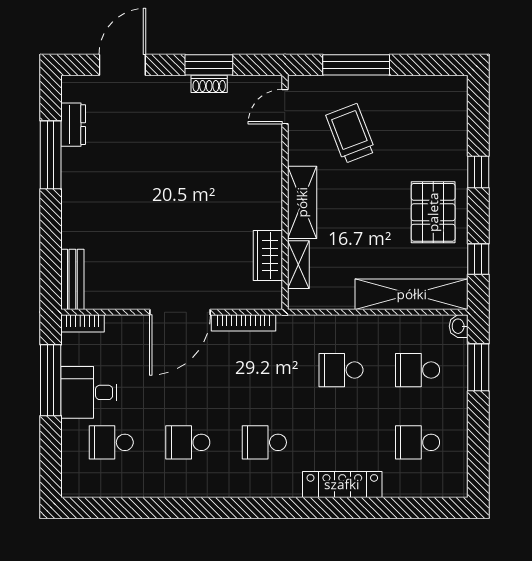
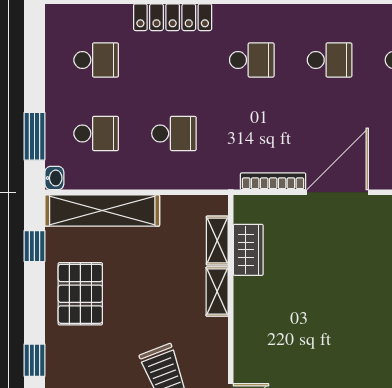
window: (478, 172) -> (34, 360), moved
shelving: (302, 202) -> (217, 292), width x0.67, depth x0.75

